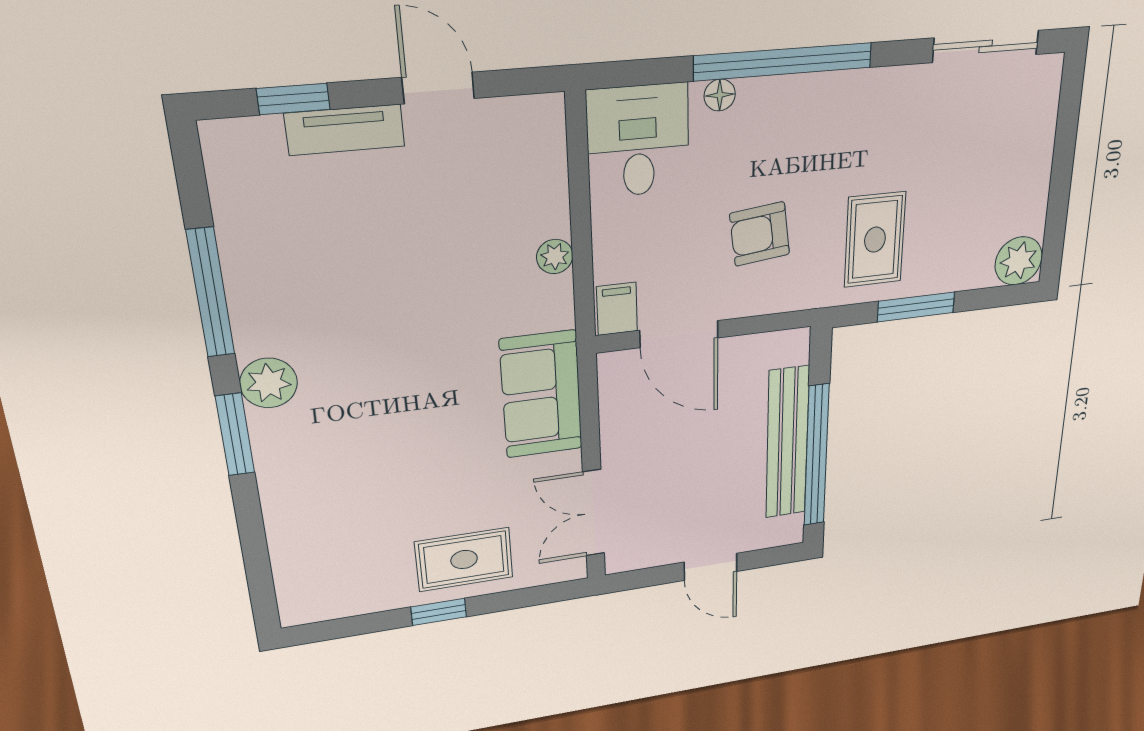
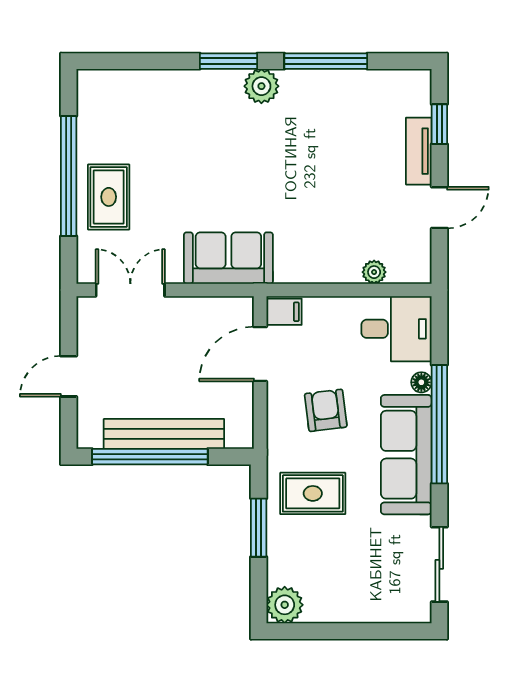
sofa: (827, 110) -> (406, 455), added
plant: (555, 256) -> (374, 272), moved
window: (439, 612) -> (69, 176), width x3.17

